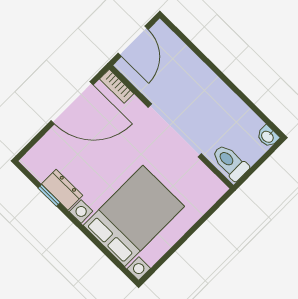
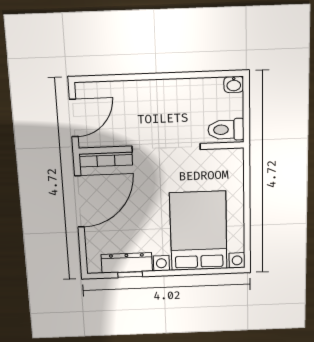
door: (133, 41) -> (74, 118), hinge flipped
bookcase: (117, 86) -> (106, 159), width x1.56
dresser: (62, 190) -> (127, 263), width x1.44

